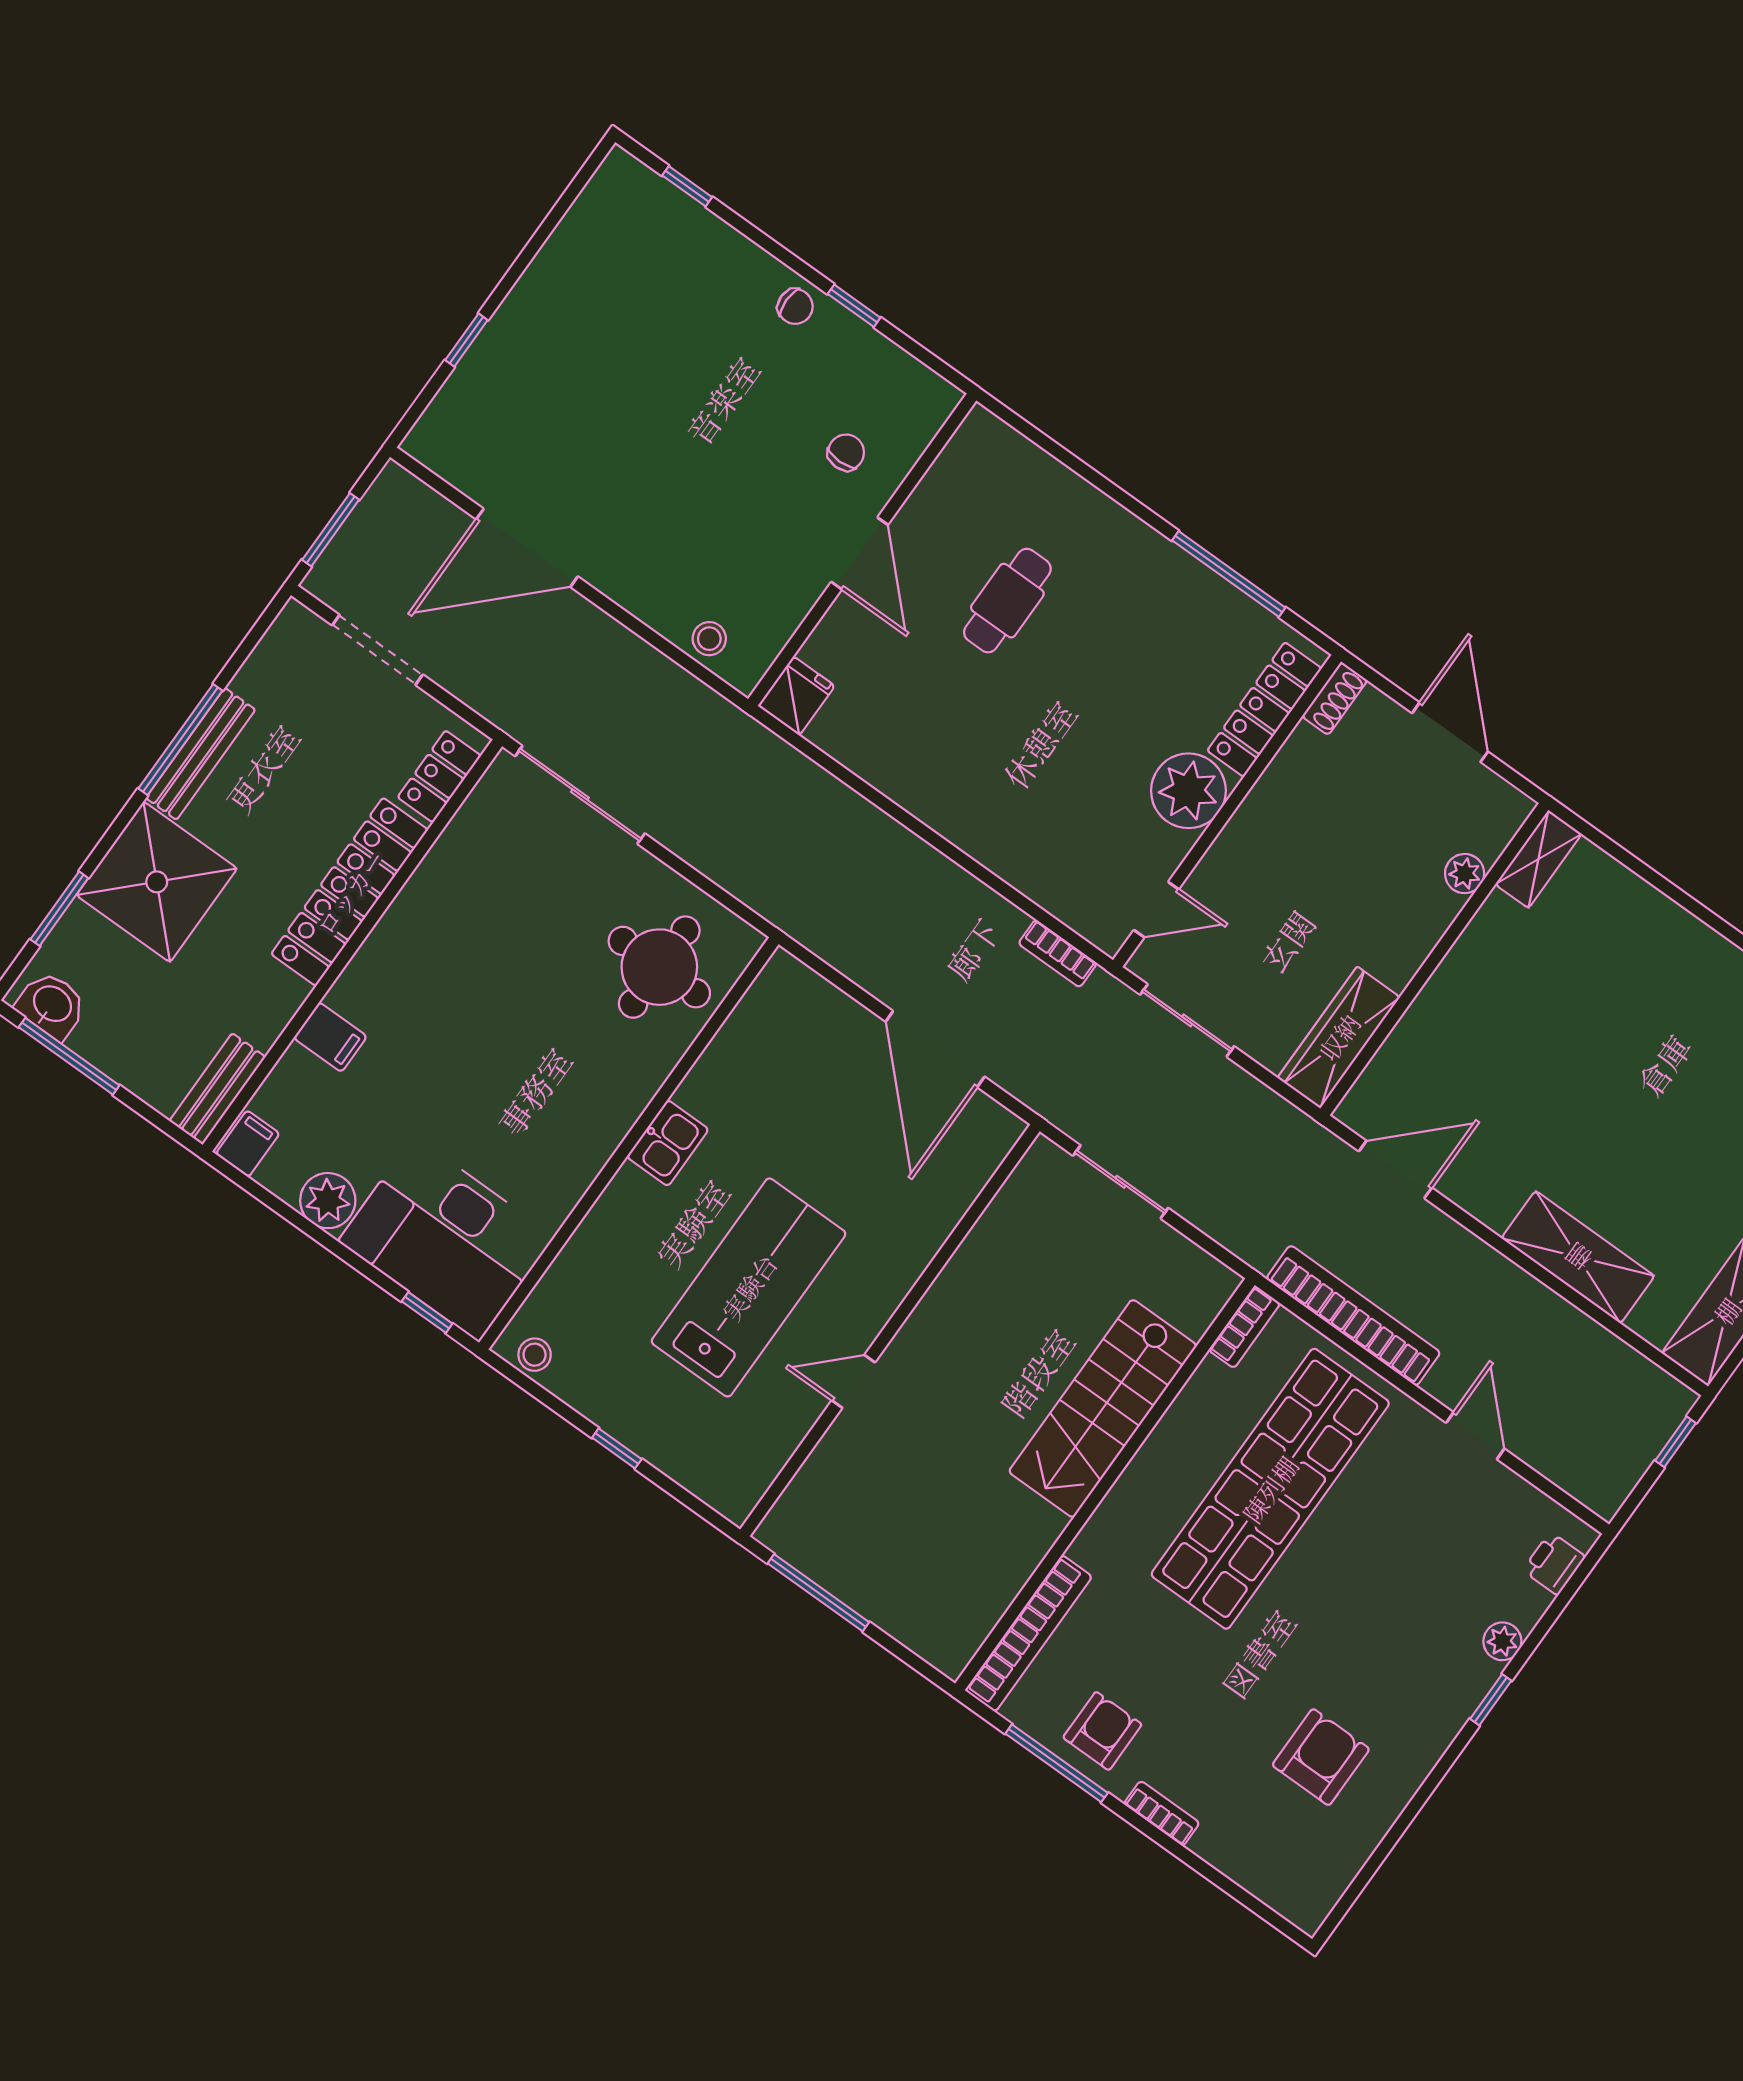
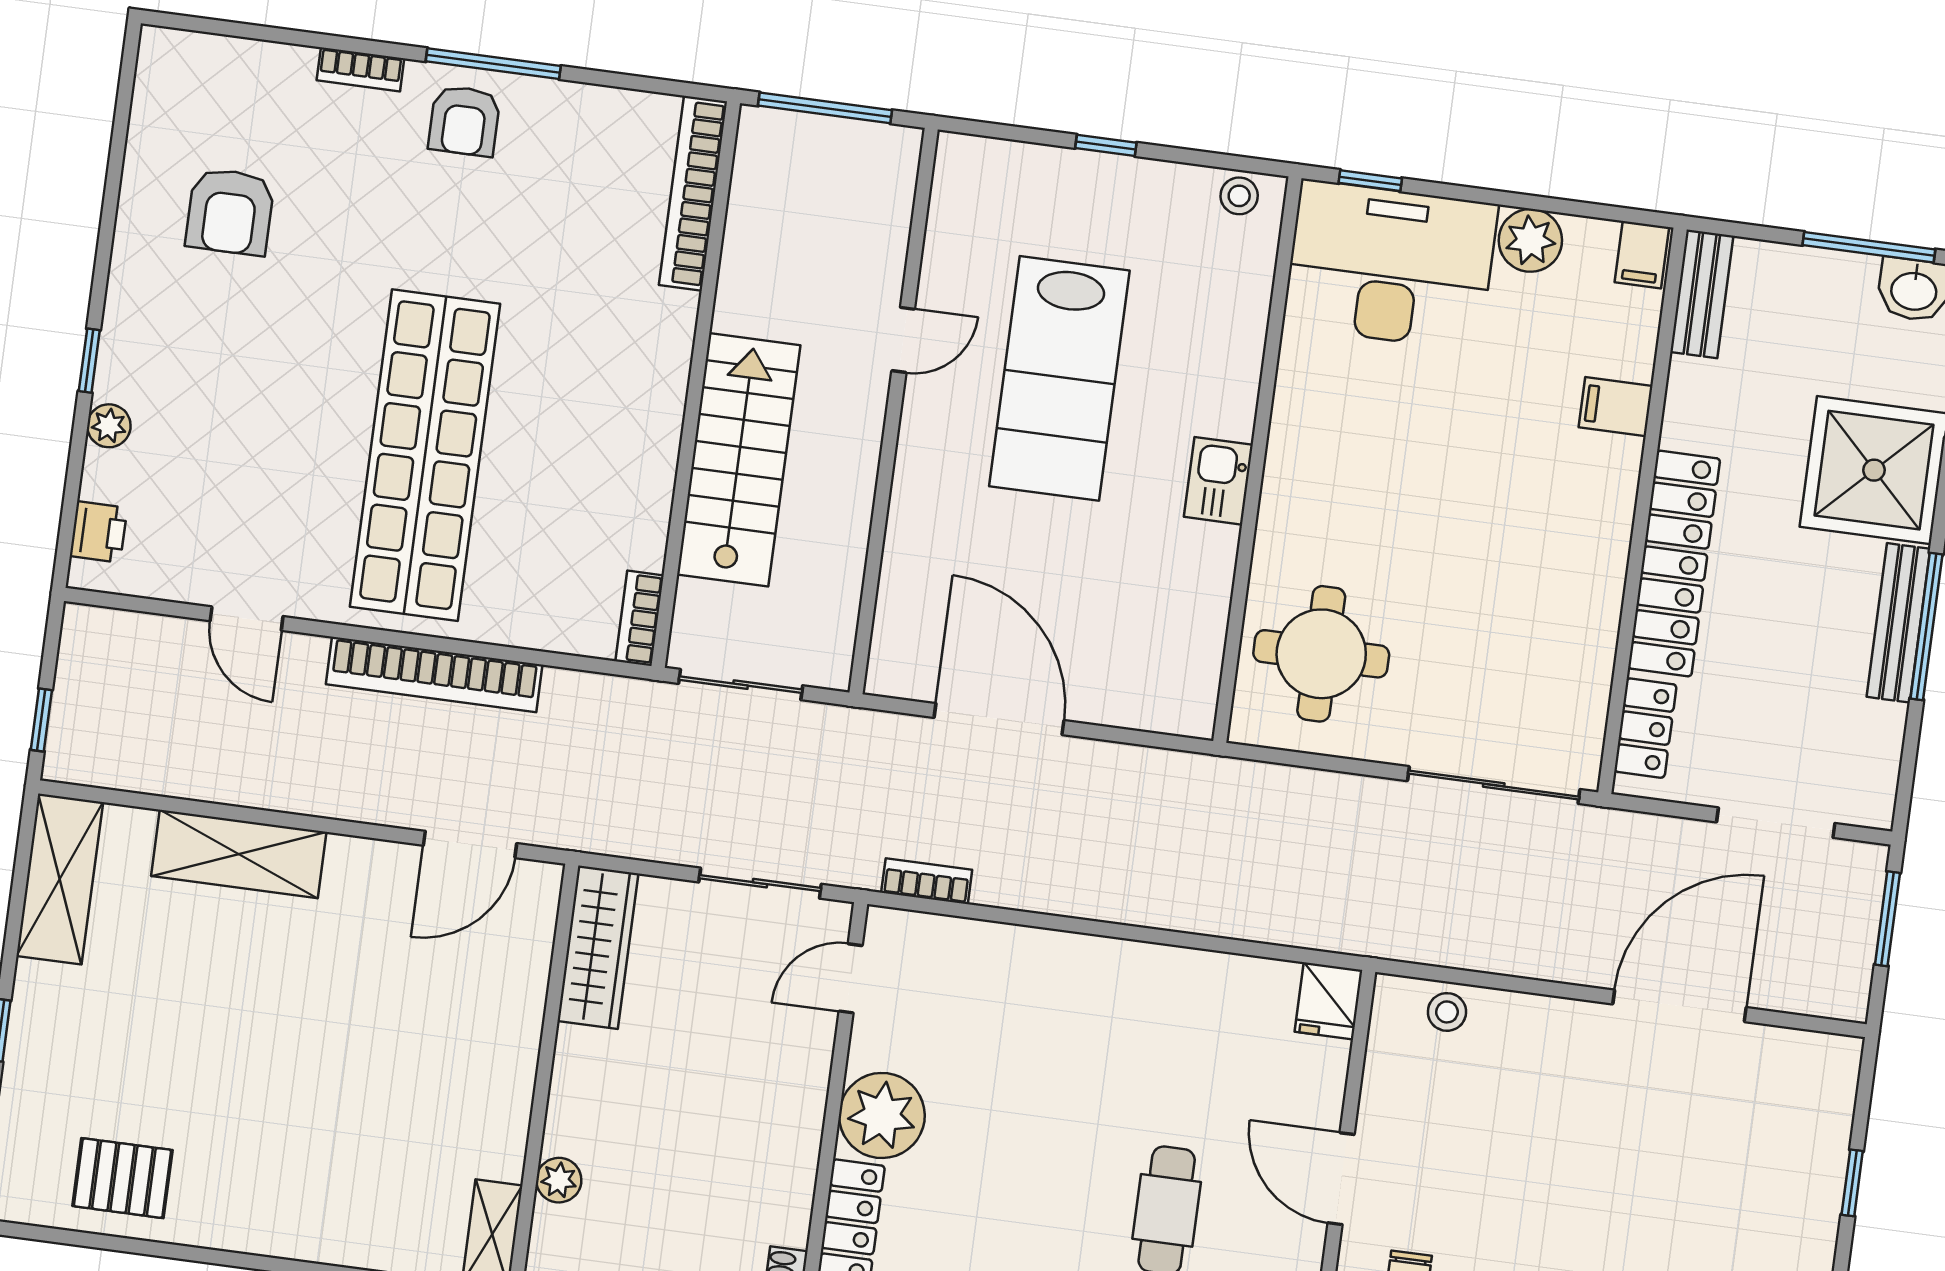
bookcase: (1244, 1327) -> (640, 618), moved
stairs: (1103, 1409) -> (739, 460), moved
wall: (1105, 1484) -> (696, 385), moved
bookcase: (1029, 1633) -> (693, 193), moved

